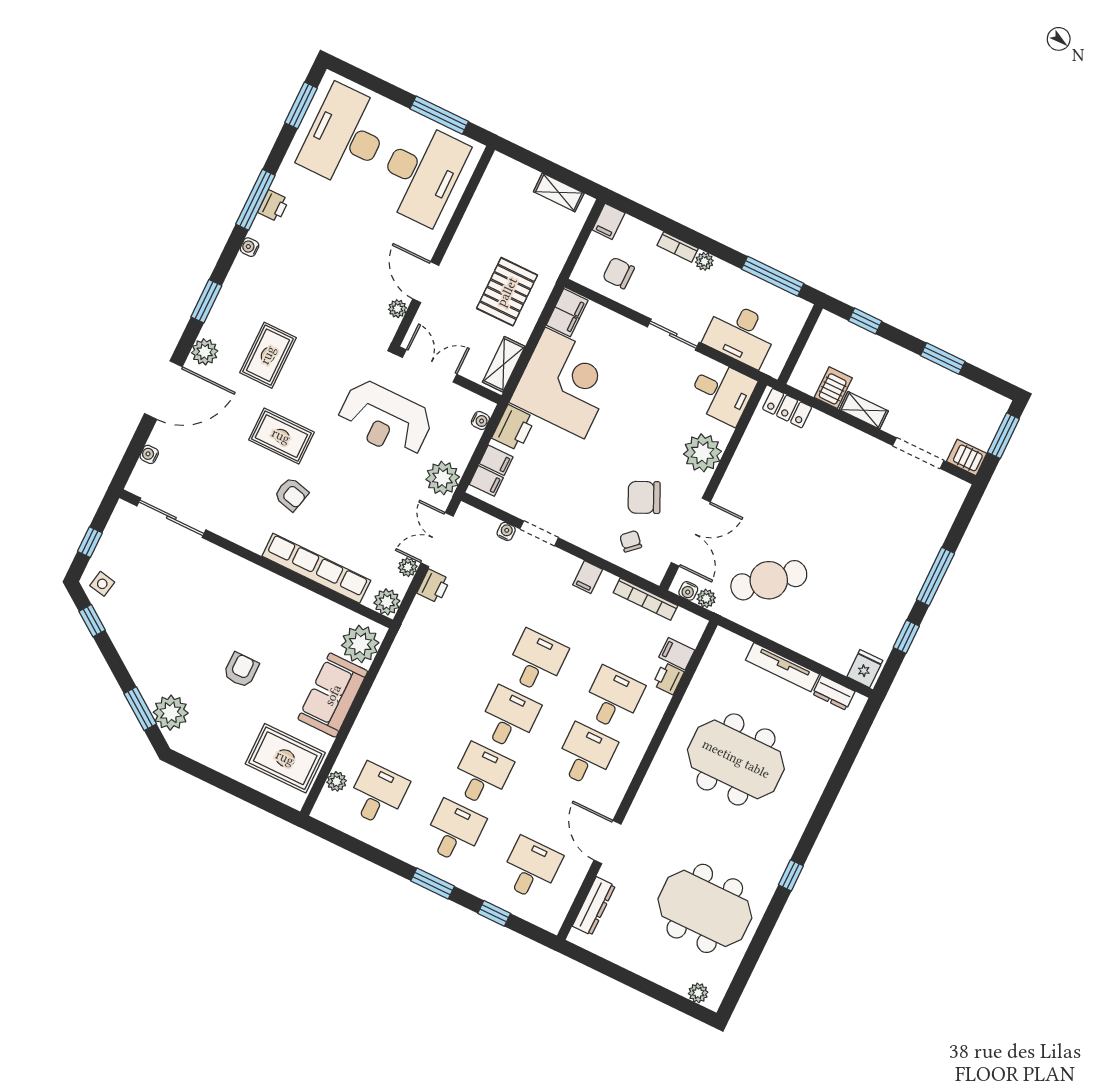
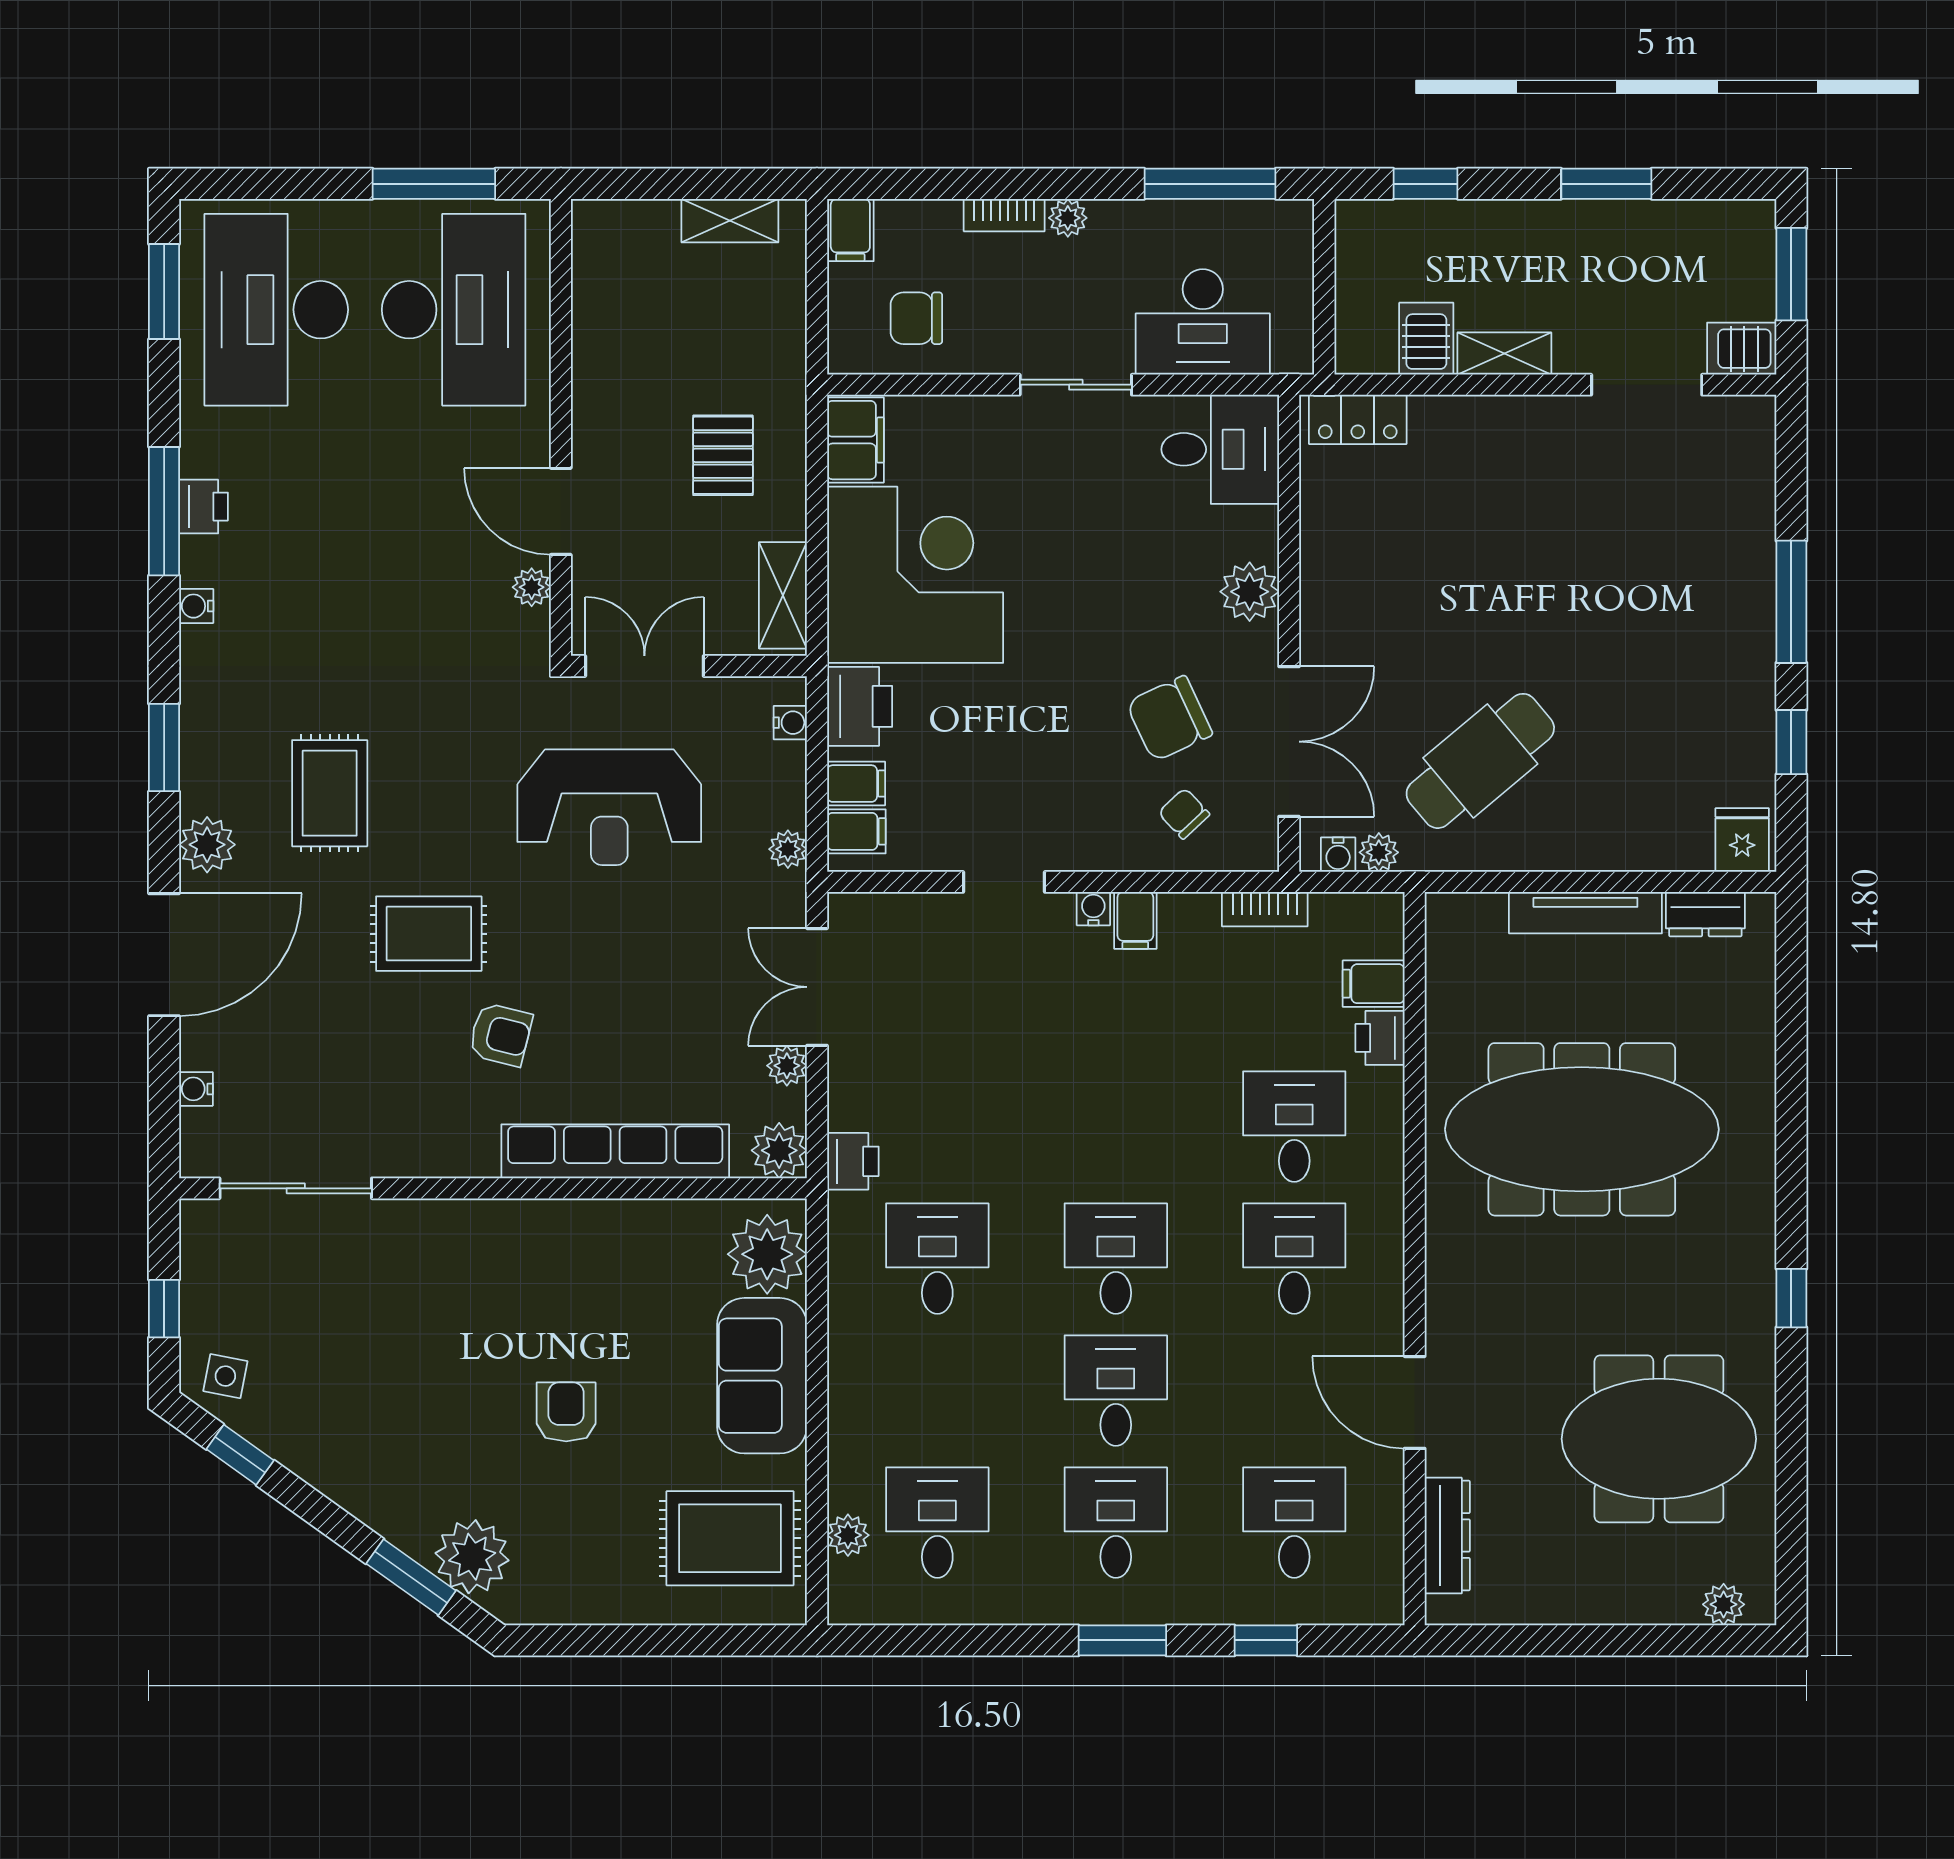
pallet: (507, 292) -> (723, 455), width x0.67, depth x0.71
plant: (702, 453) -> (1250, 592), width x0.73, depth x0.73
plant: (443, 478) -> (788, 849), width x0.53, depth x0.53
water cooler: (506, 531) -> (1093, 909), moved
printer: (433, 586) -> (853, 1161), moved
bookcase: (645, 599) -> (1265, 909), width x0.64
desk: (536, 662) -> (937, 1259), moved
meeting table: (736, 759) -> (1582, 1129), width x1.36

